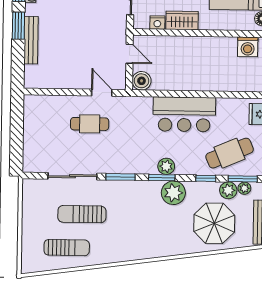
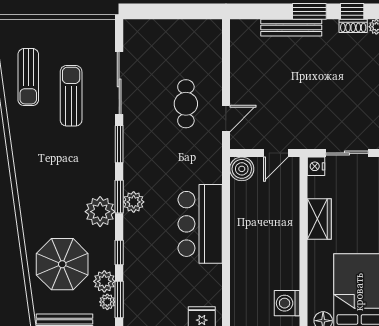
nightstand: (157, 23) -> (316, 166), moved
cafe table: (230, 153) -> (152, 282), removed

